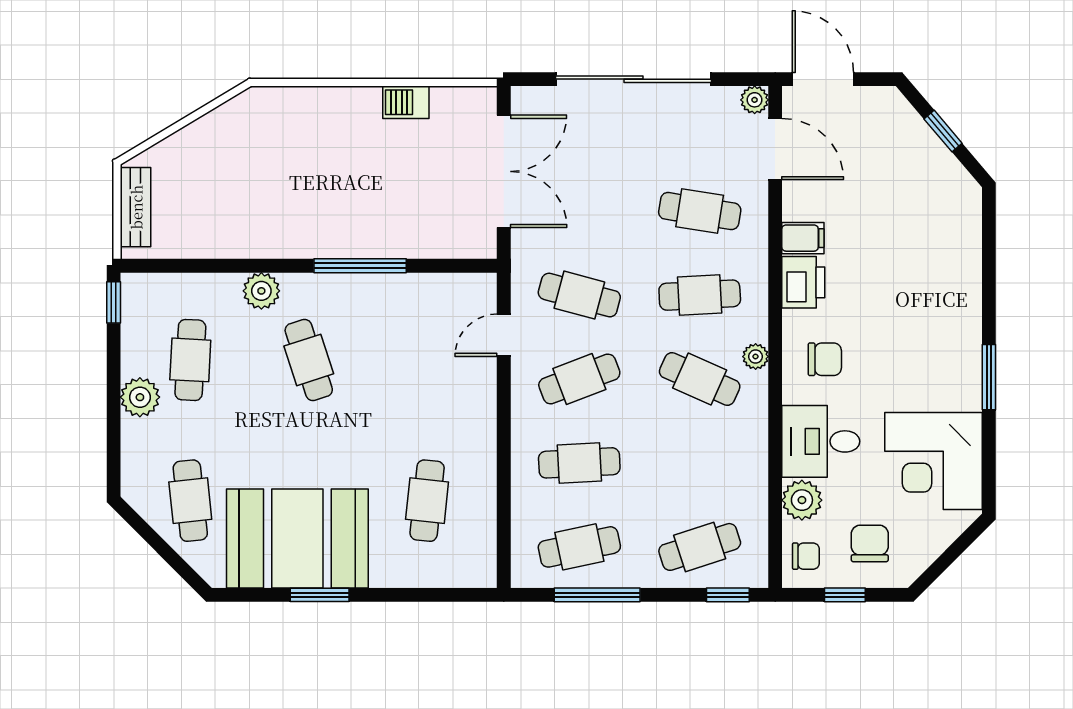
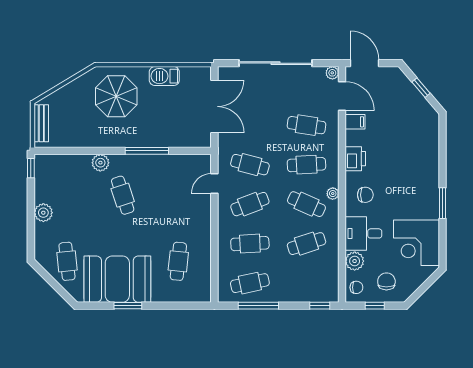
barbecue: (406, 102) -> (164, 76), width x1.38, depth x1.27
parasol: (295, 150) -> (116, 96), added
filing cabinet: (803, 238) -> (355, 122), moved
cafe table: (190, 360) -> (67, 195), removed
cafe table: (700, 547) -> (306, 244), moved

